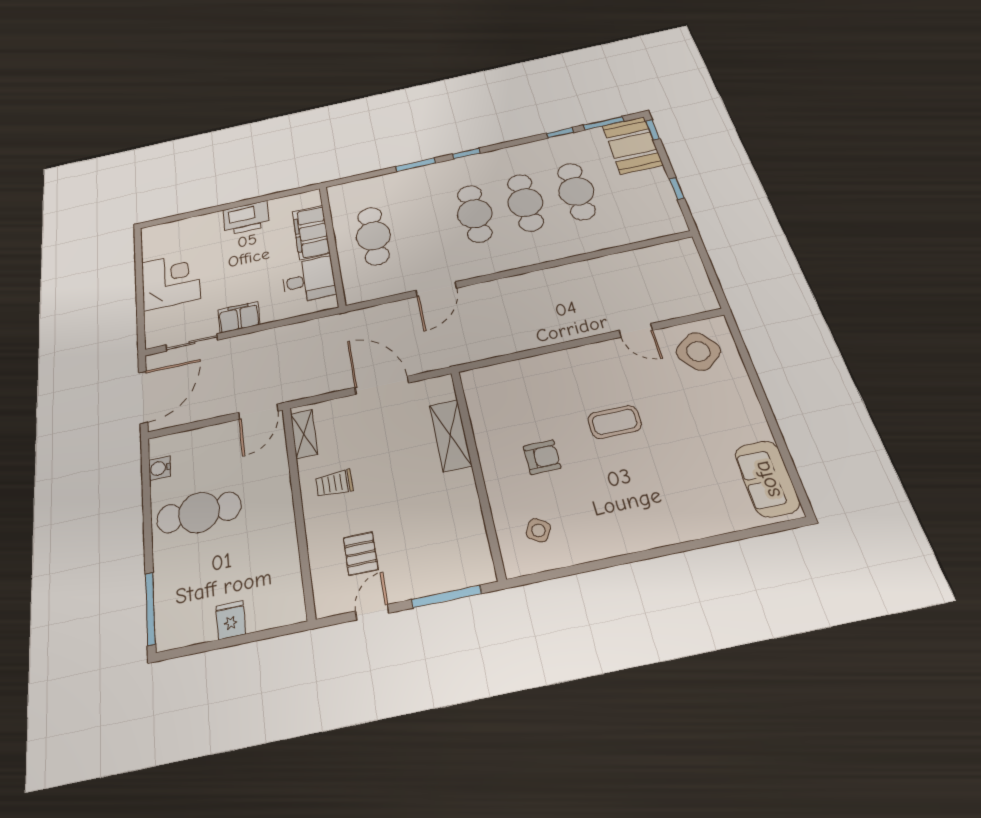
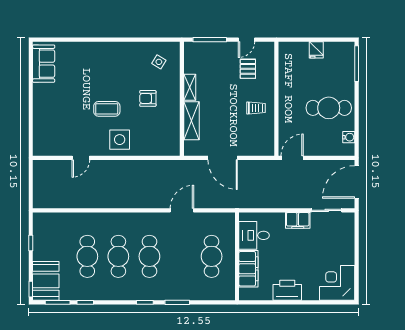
corner desk: (171, 281) -> (337, 283), moved, turned 90
door: (636, 330) -> (81, 158), swing flipped
side table: (698, 351) -> (120, 140), moved, turned 38
shelving: (304, 434) -> (190, 87), moved

